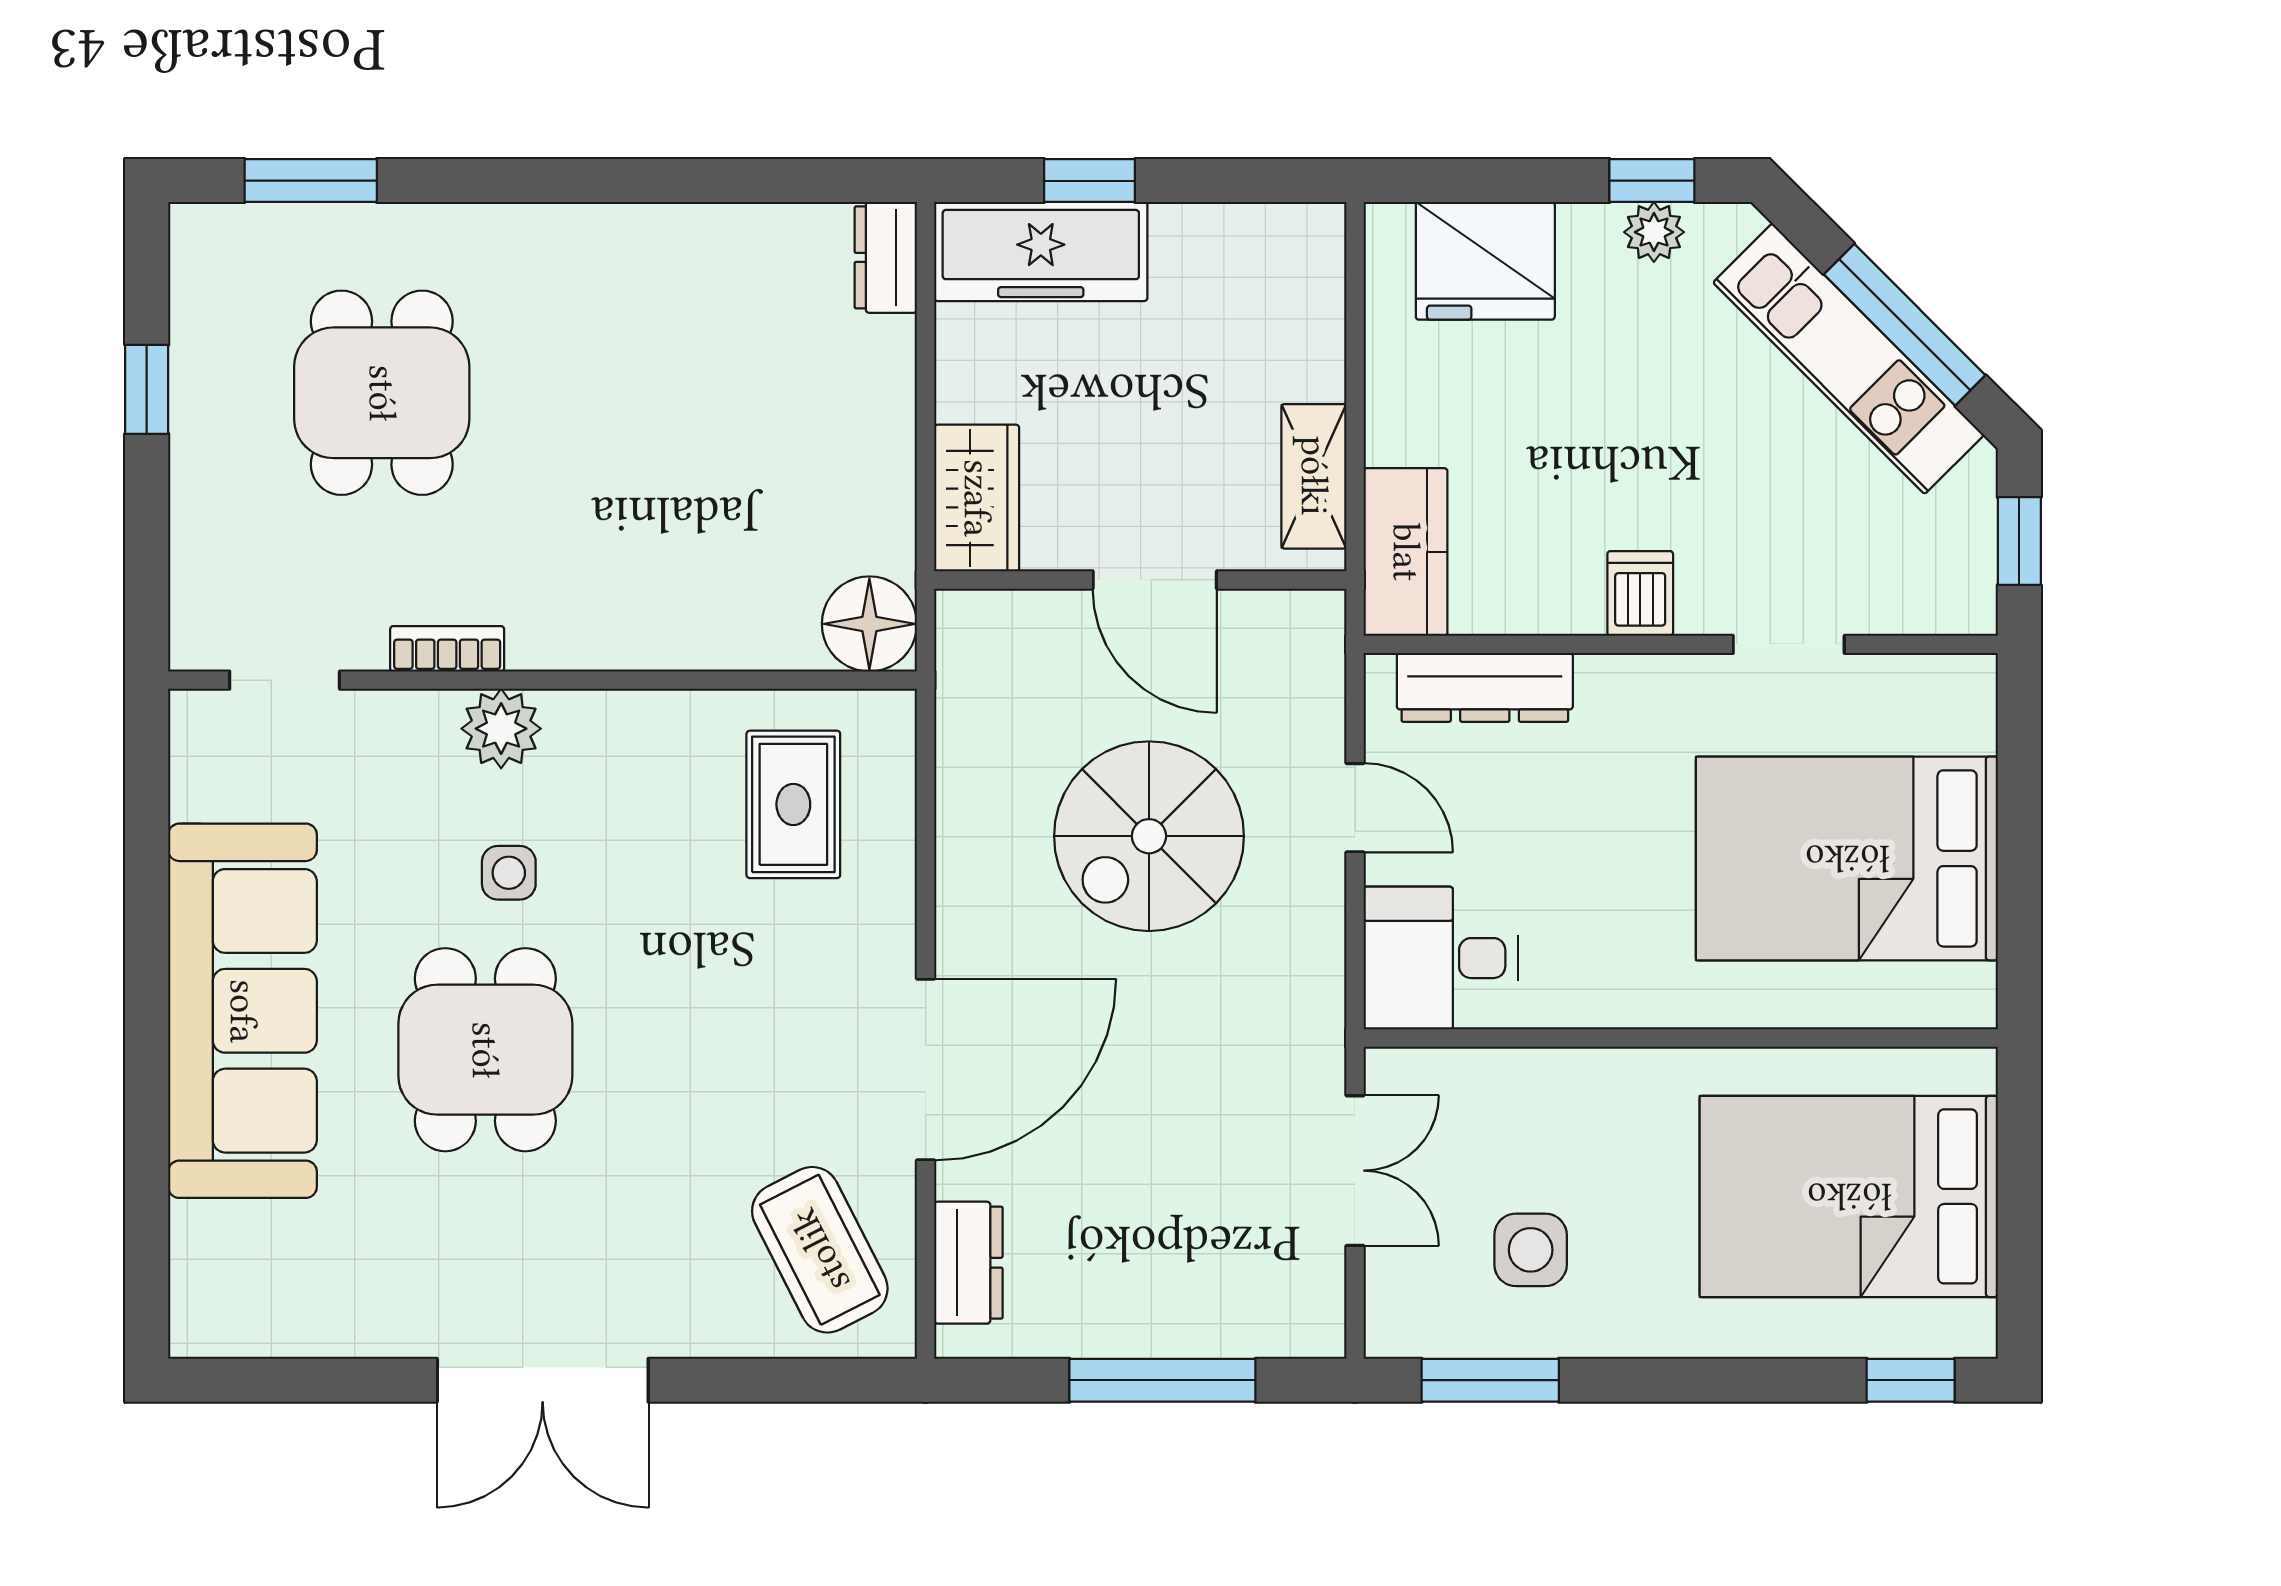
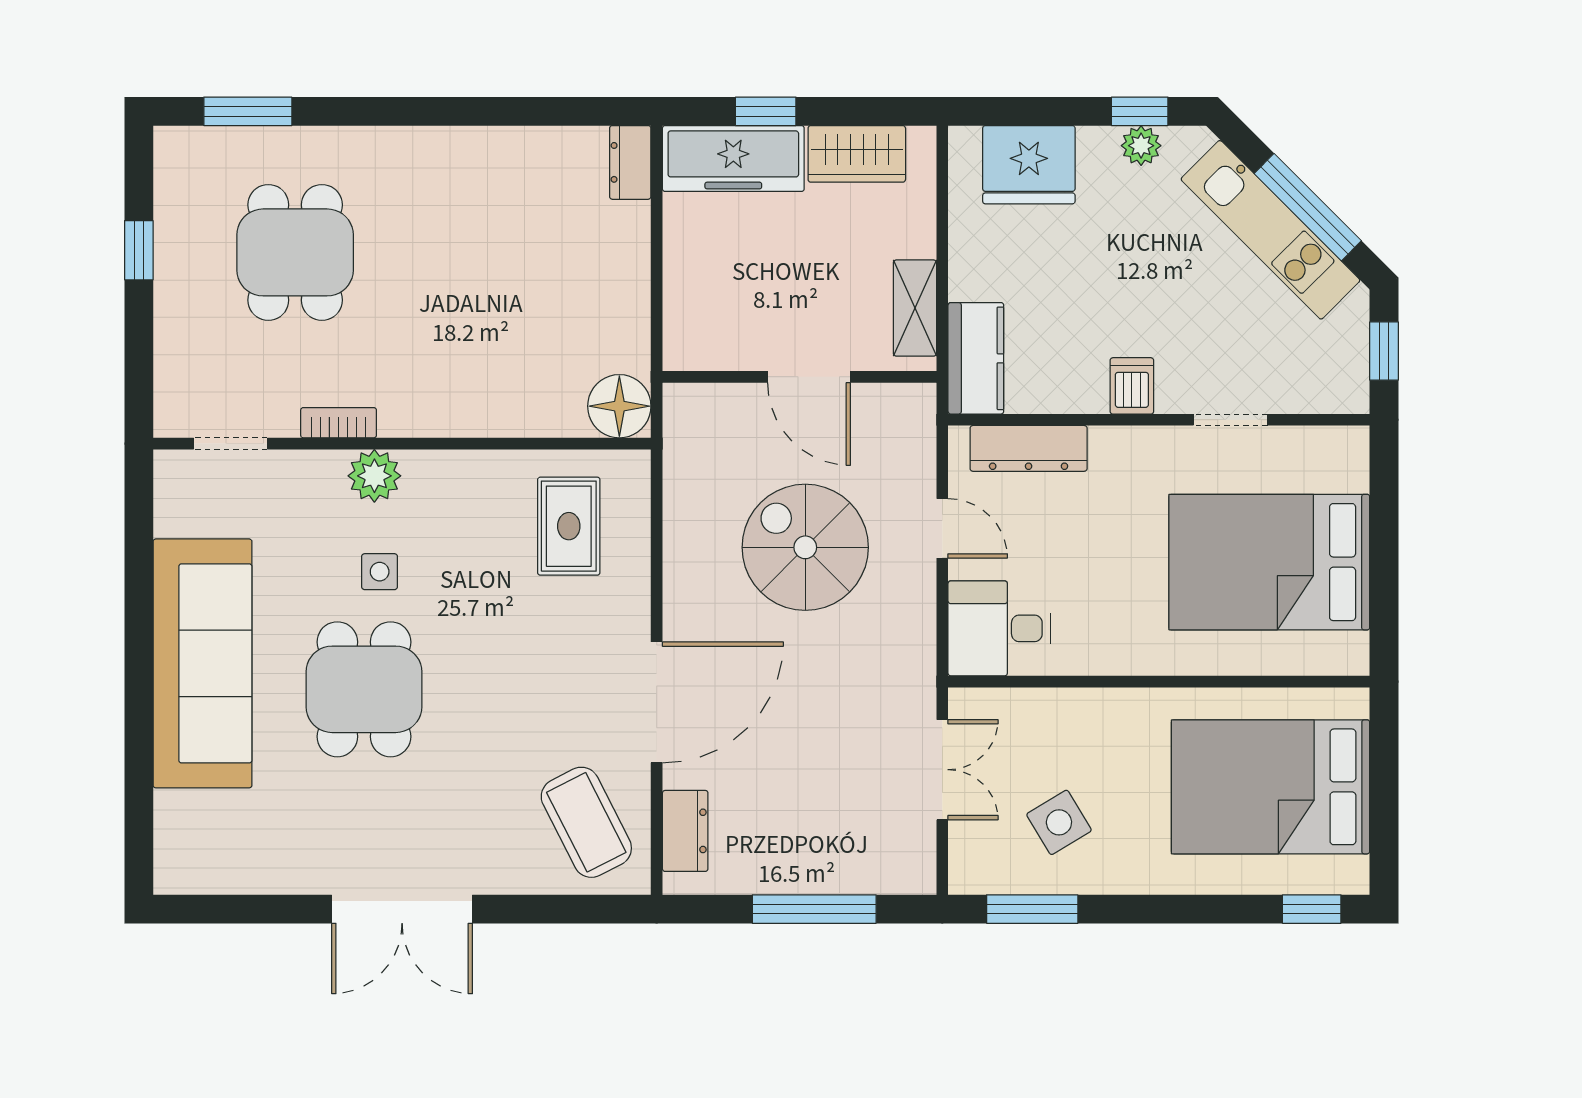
wardrobe: (977, 498) -> (857, 154), moved, turned 90
spiral stairs: (1149, 836) -> (805, 547), turned 90
side table: (1531, 1250) -> (1059, 822), turned -31

